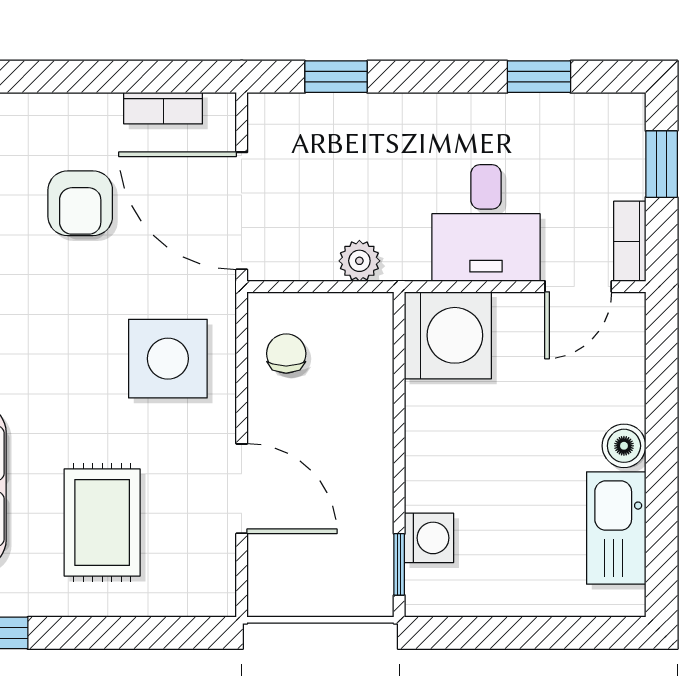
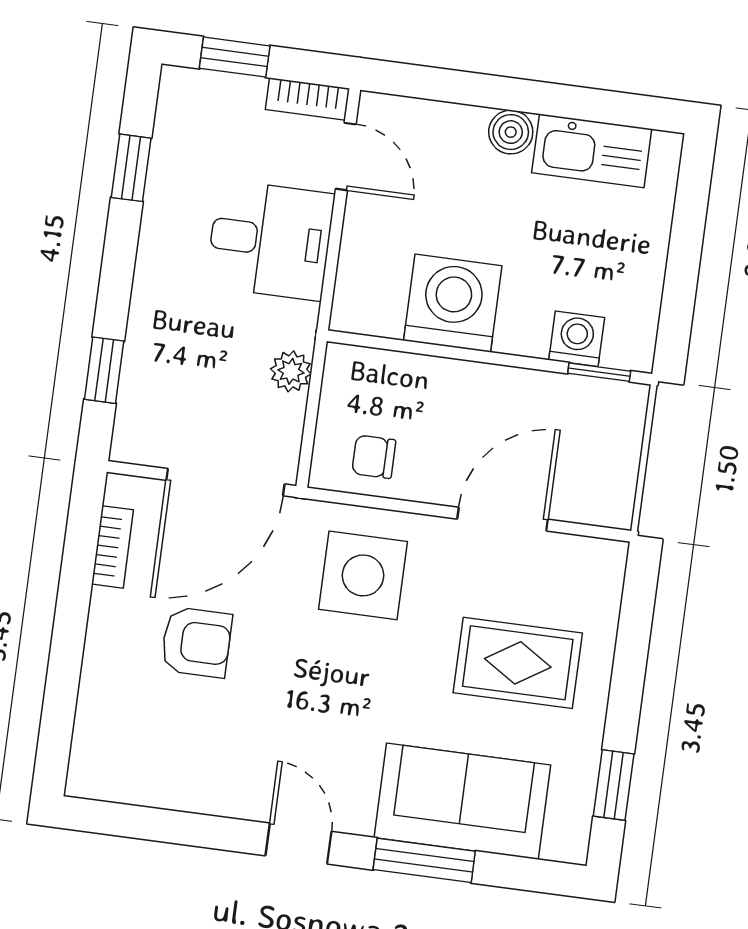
washing machine: (448, 335) -> (453, 303), moved

